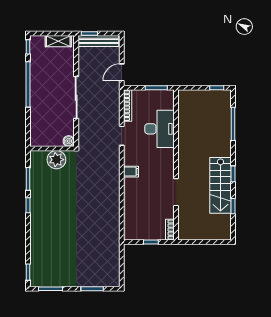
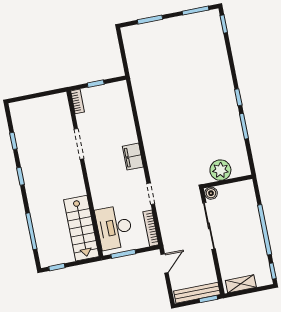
desk: (159, 129) -> (114, 227), moved
boiler: (69, 141) -> (211, 193), moved
wall: (52, 148) -> (228, 181), moved
plant: (56, 160) -> (220, 170), moved
filing cabinet: (131, 172) -> (133, 157), width x2.00
stairs: (220, 185) -> (81, 228), moved, turned 180

